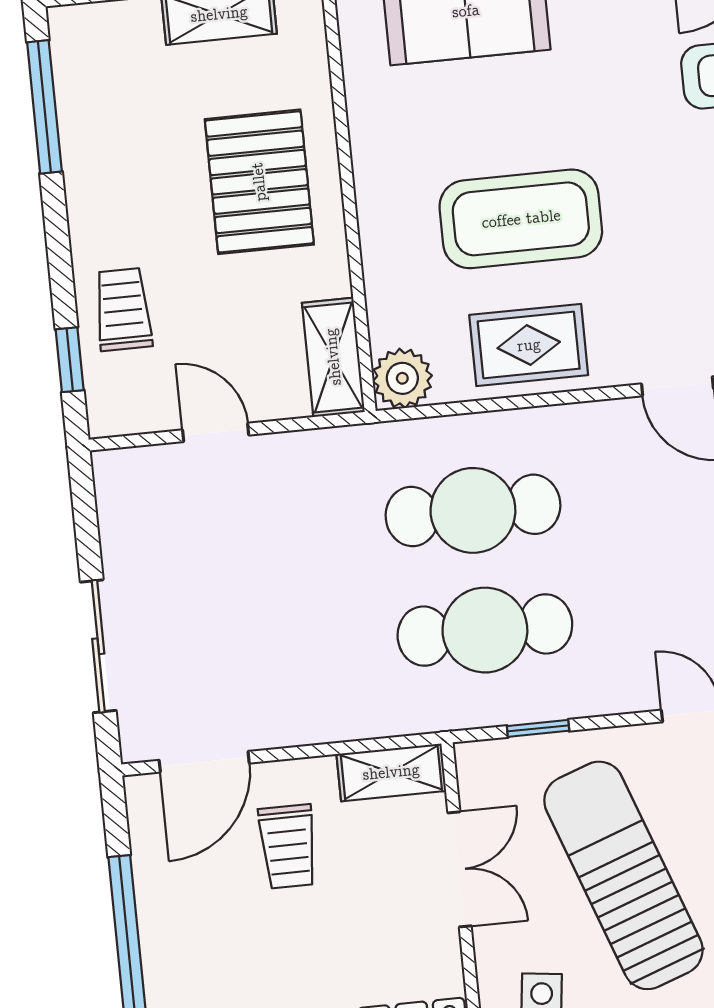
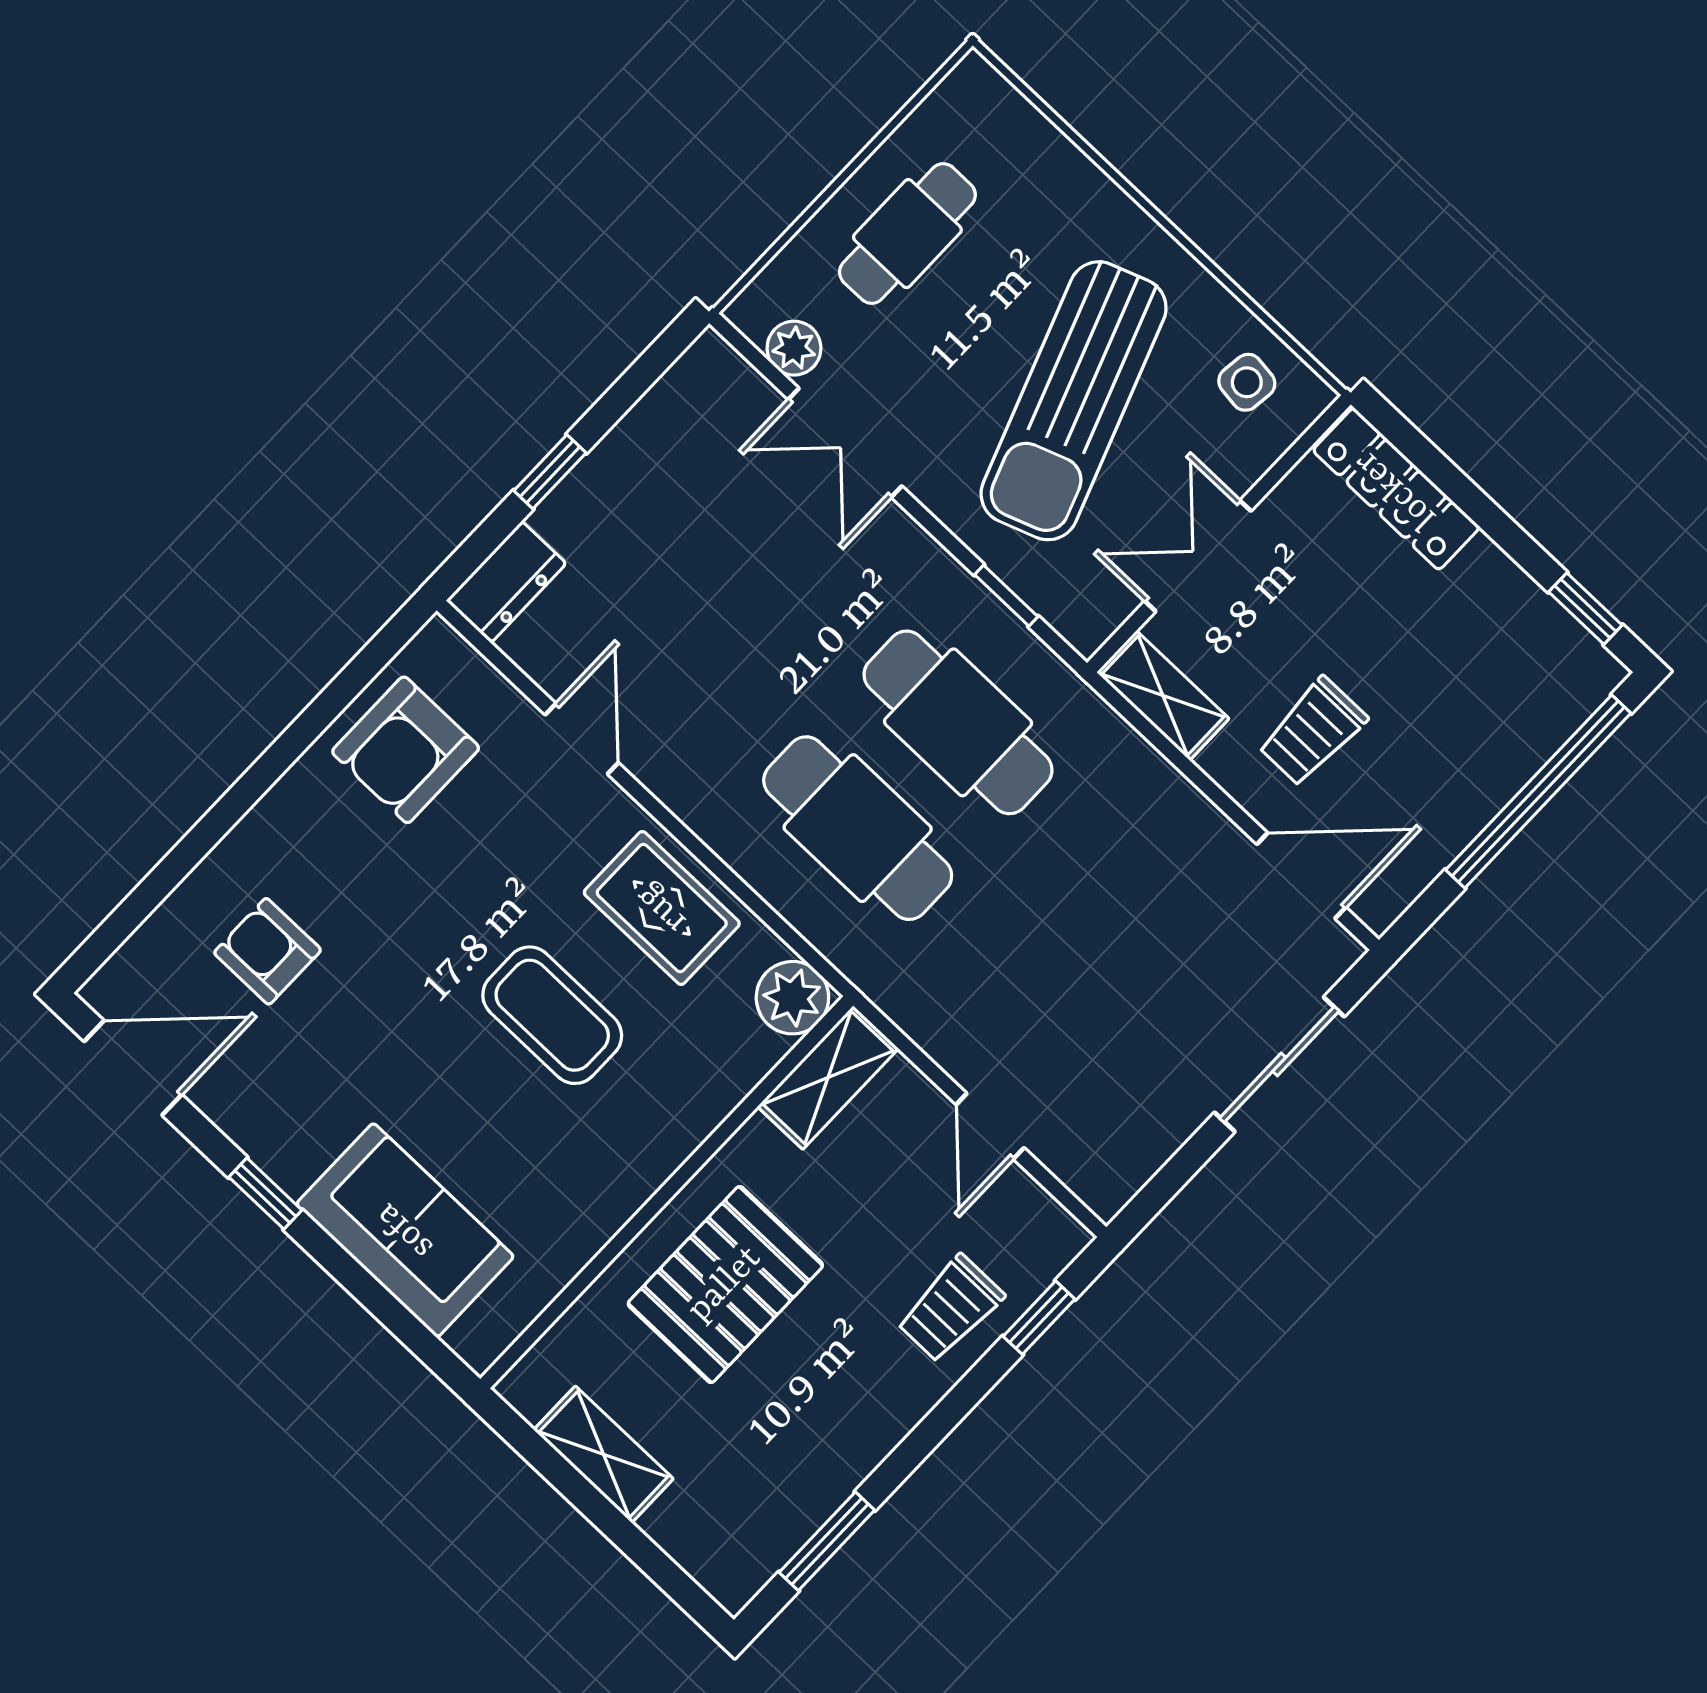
window: (44, 107) -> (827, 1541), width x0.69
coffee table: (521, 219) -> (552, 1015), width x0.73, depth x0.76
trolley: (288, 846) -> (1313, 732), turned 180

